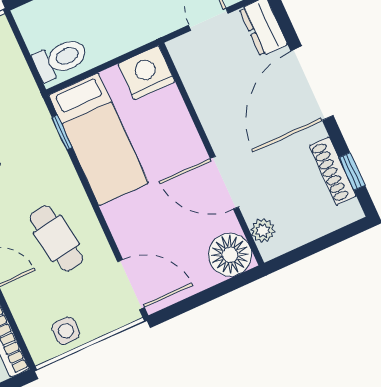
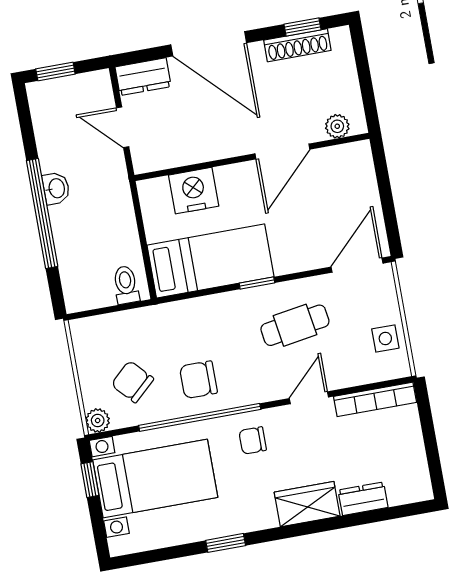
toilet: (61, 59) -> (126, 285), width x0.73, depth x0.72
nightstand: (147, 73) -> (194, 191), moved, turned 90
window: (62, 132) -> (257, 283), moved
floor lamp: (230, 255) -> (352, 163), removed

